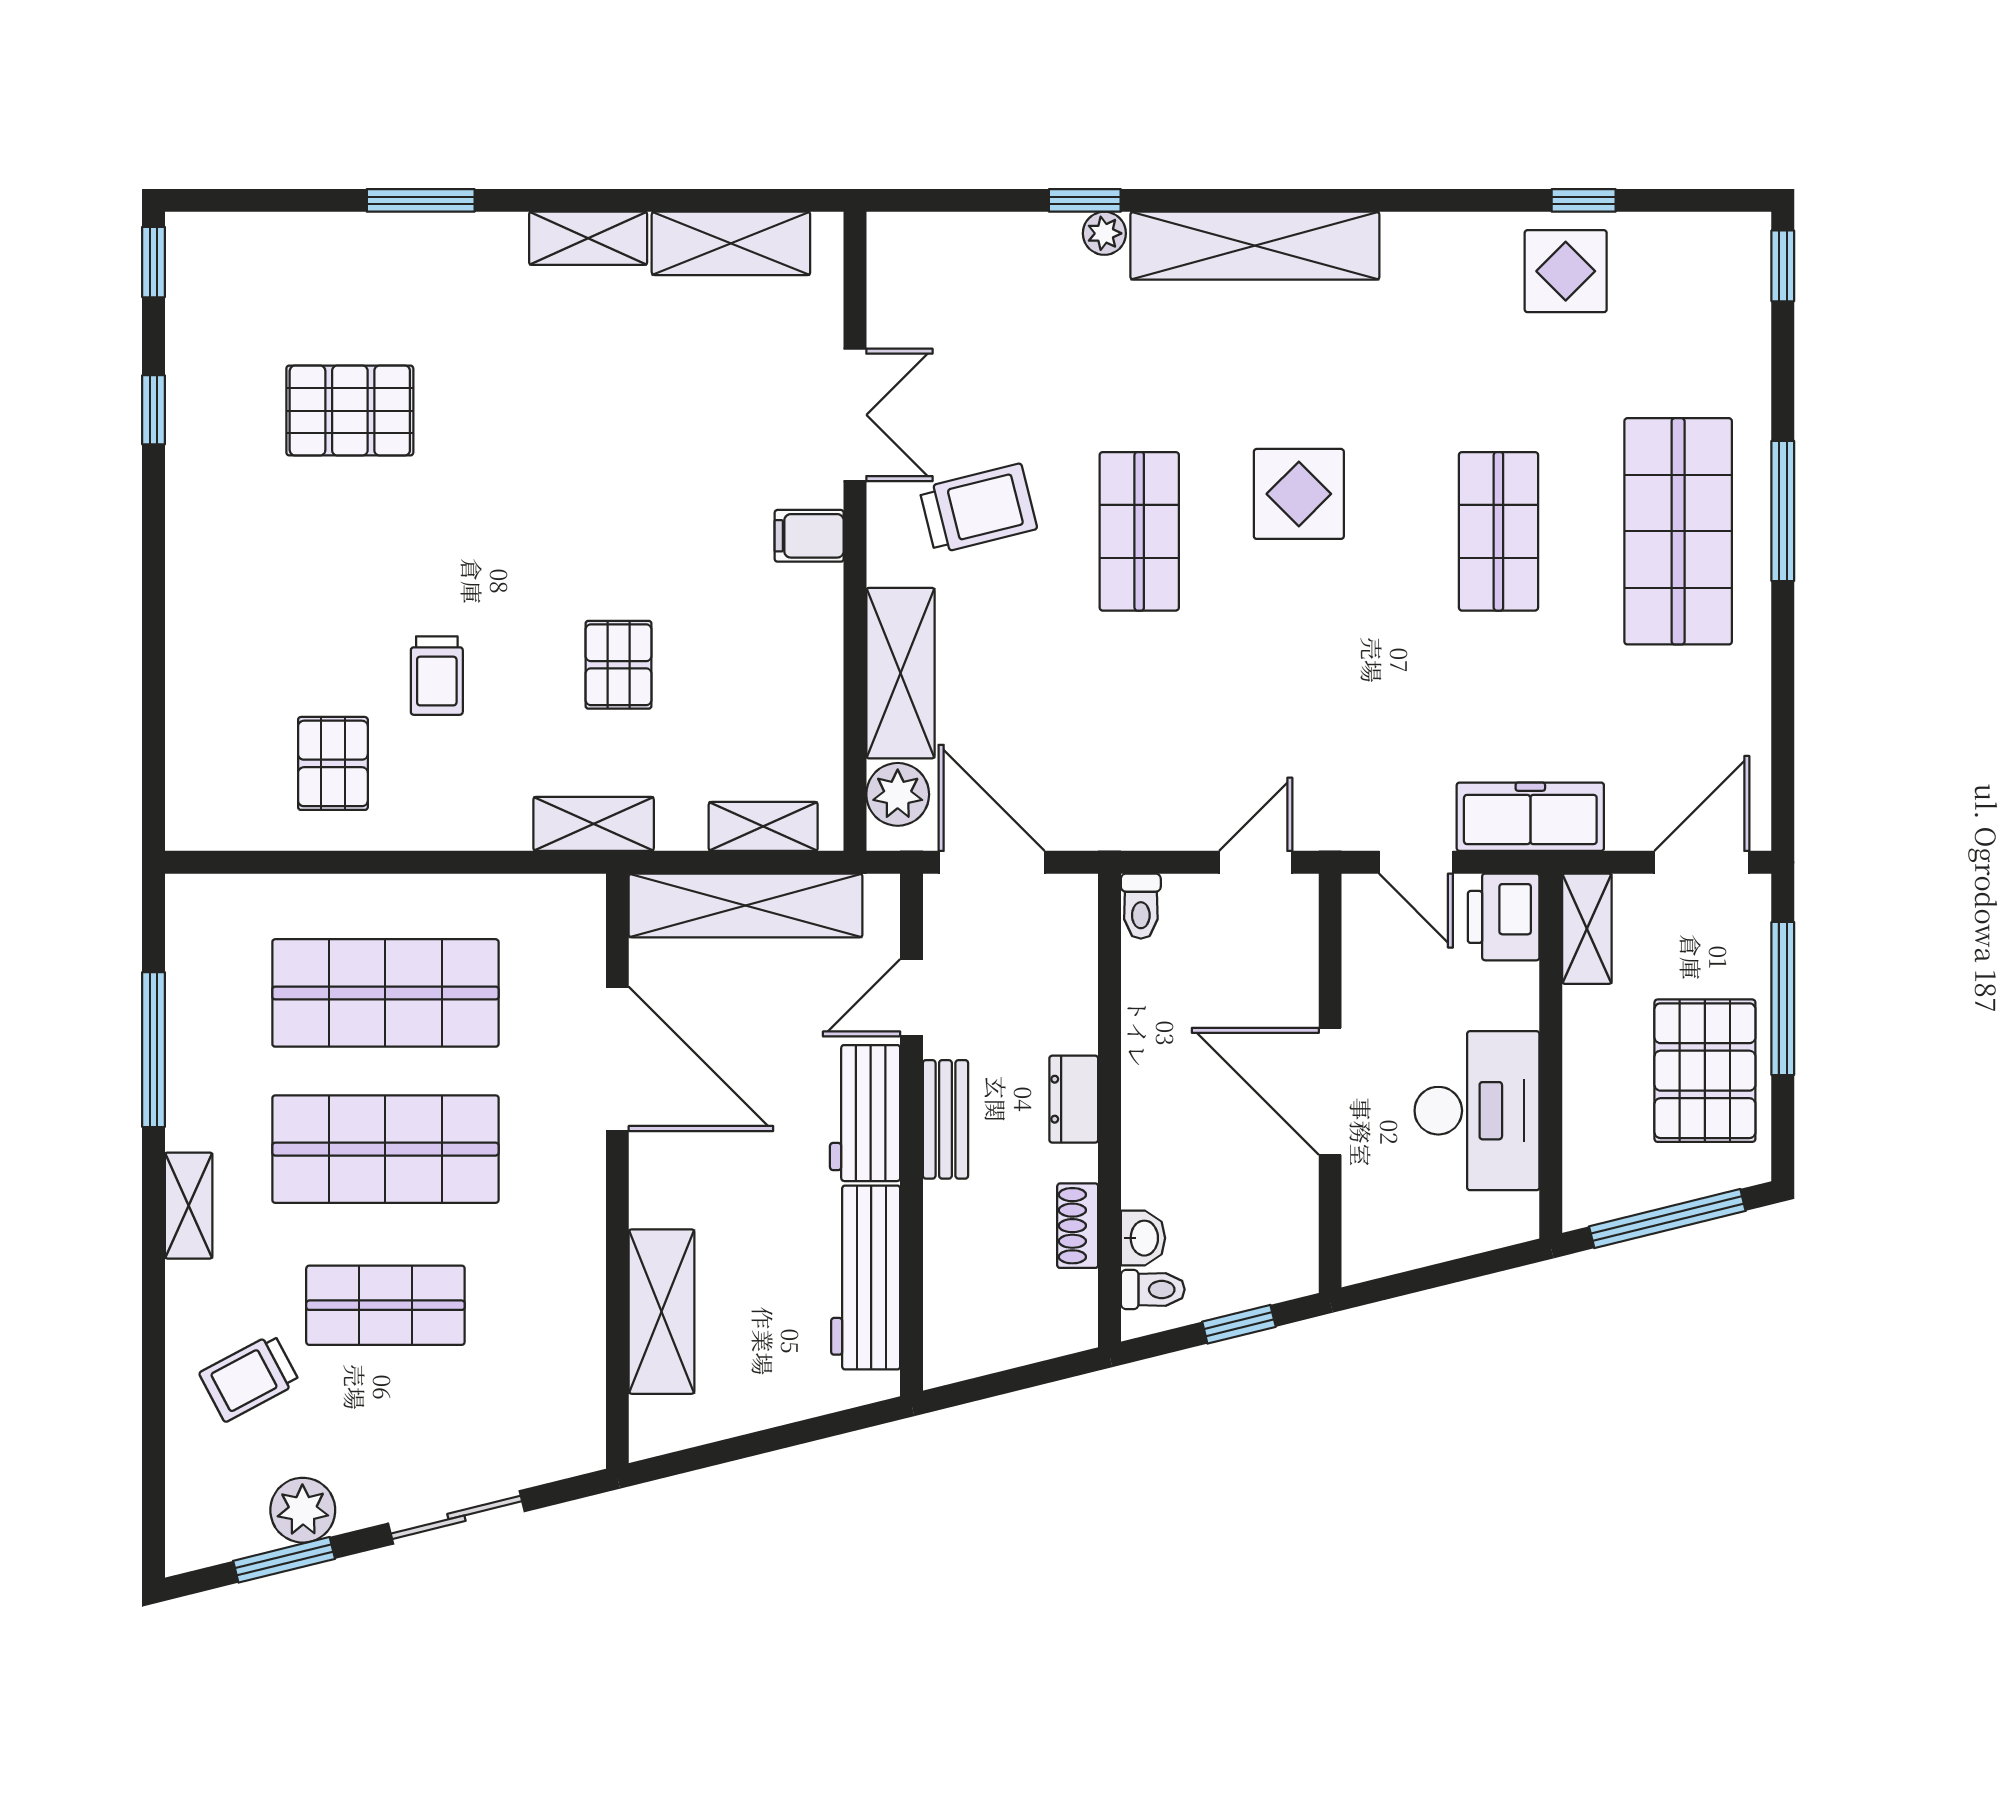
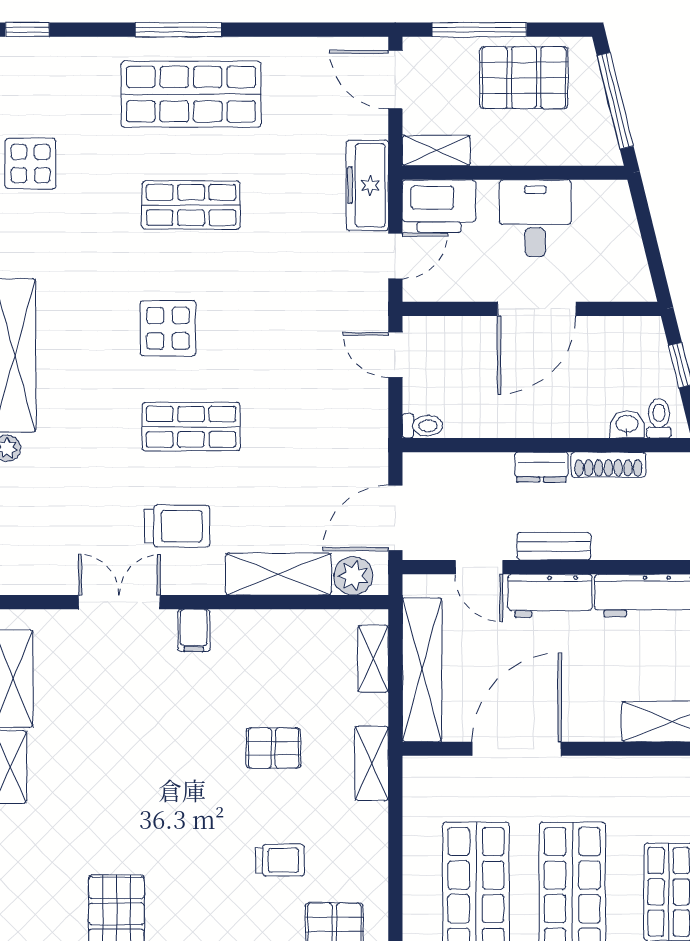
trolley: (978, 509) -> (177, 526), turned 104
printer: (1504, 917) -> (439, 206), width x1.37, depth x1.19
desk: (1477, 1111) -> (535, 218), width x0.73
shoe rack: (1078, 1226) -> (608, 465), width x1.43

